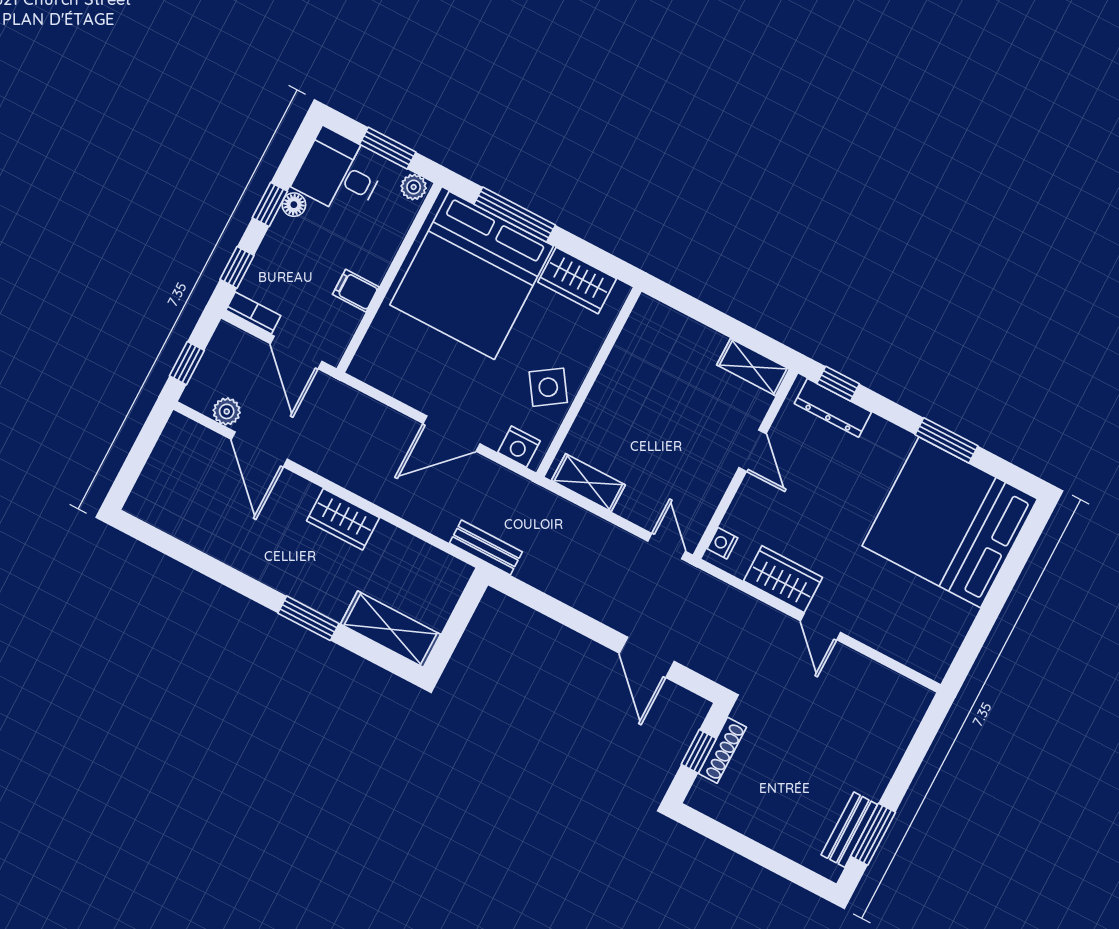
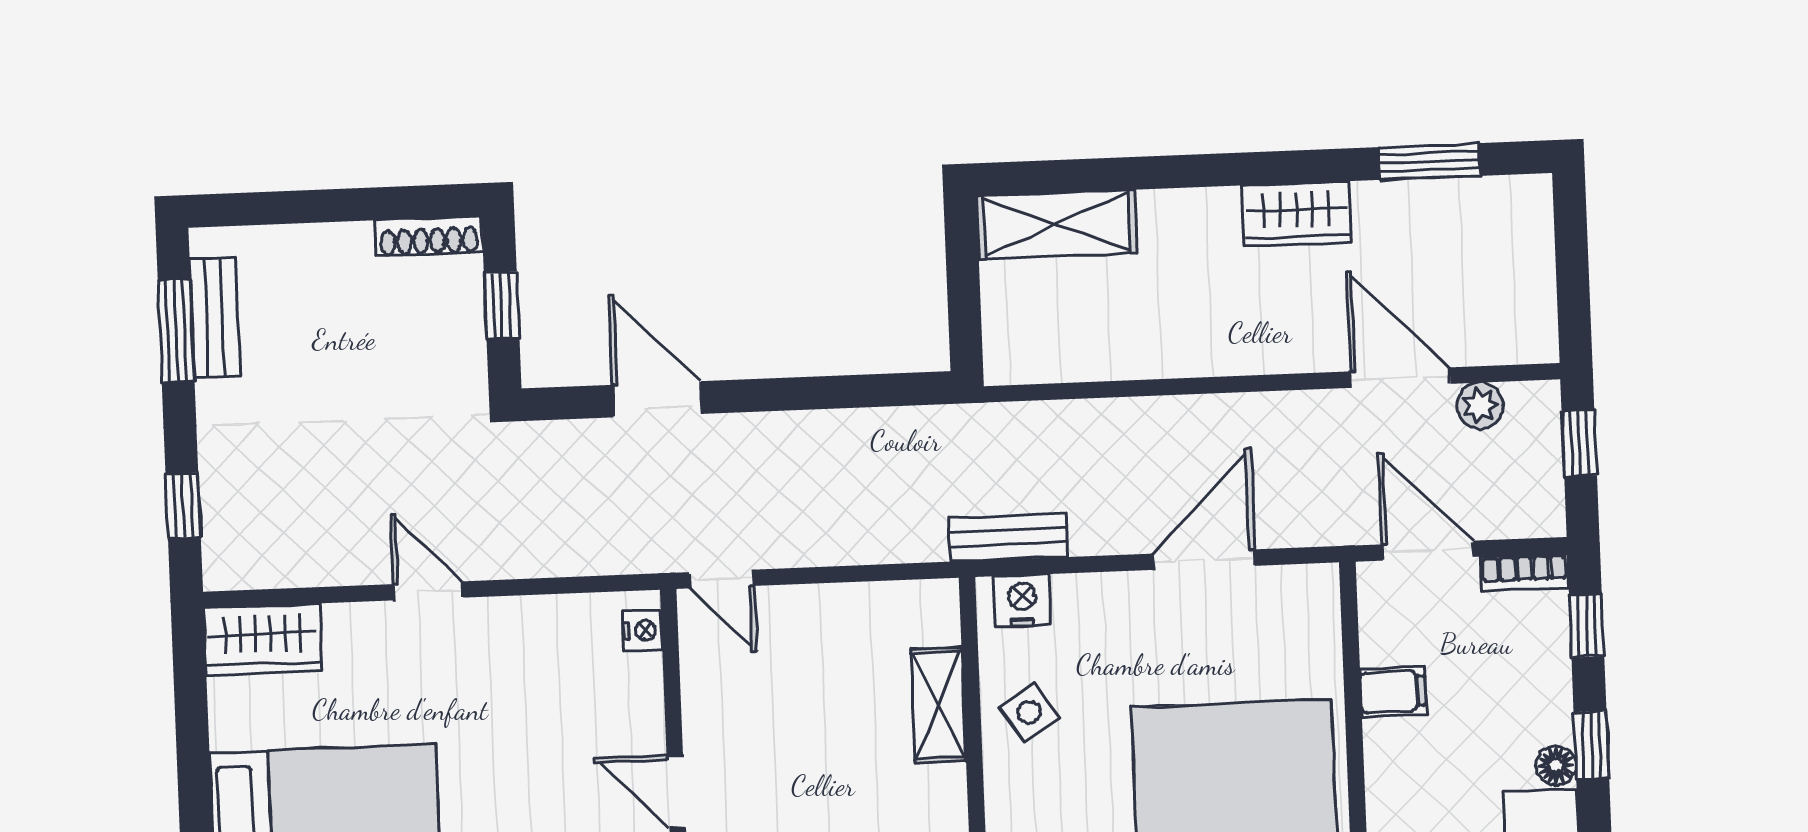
side table: (548, 387) -> (1029, 712), width x0.73, depth x0.73
door: (451, 434) -> (1204, 560), moved
shelving: (588, 483) -> (938, 705), moved, turned 90
wardrobe: (343, 519) -> (1296, 214), moved, turned 180
bench: (486, 547) -> (1008, 537), moved
wardrobe: (783, 579) -> (263, 639), moved
window: (308, 618) -> (1430, 161), moved
window: (921, 743) -> (183, 506), added
shoe rack: (722, 750) -> (429, 236), moved, turned -90

